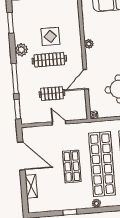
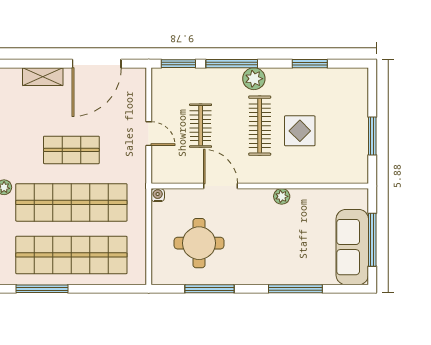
window: (11, 23) -> (310, 64), moved
plant: (21, 50) -> (254, 79), moved
door: (59, 123) -> (149, 134), hinge flipped

